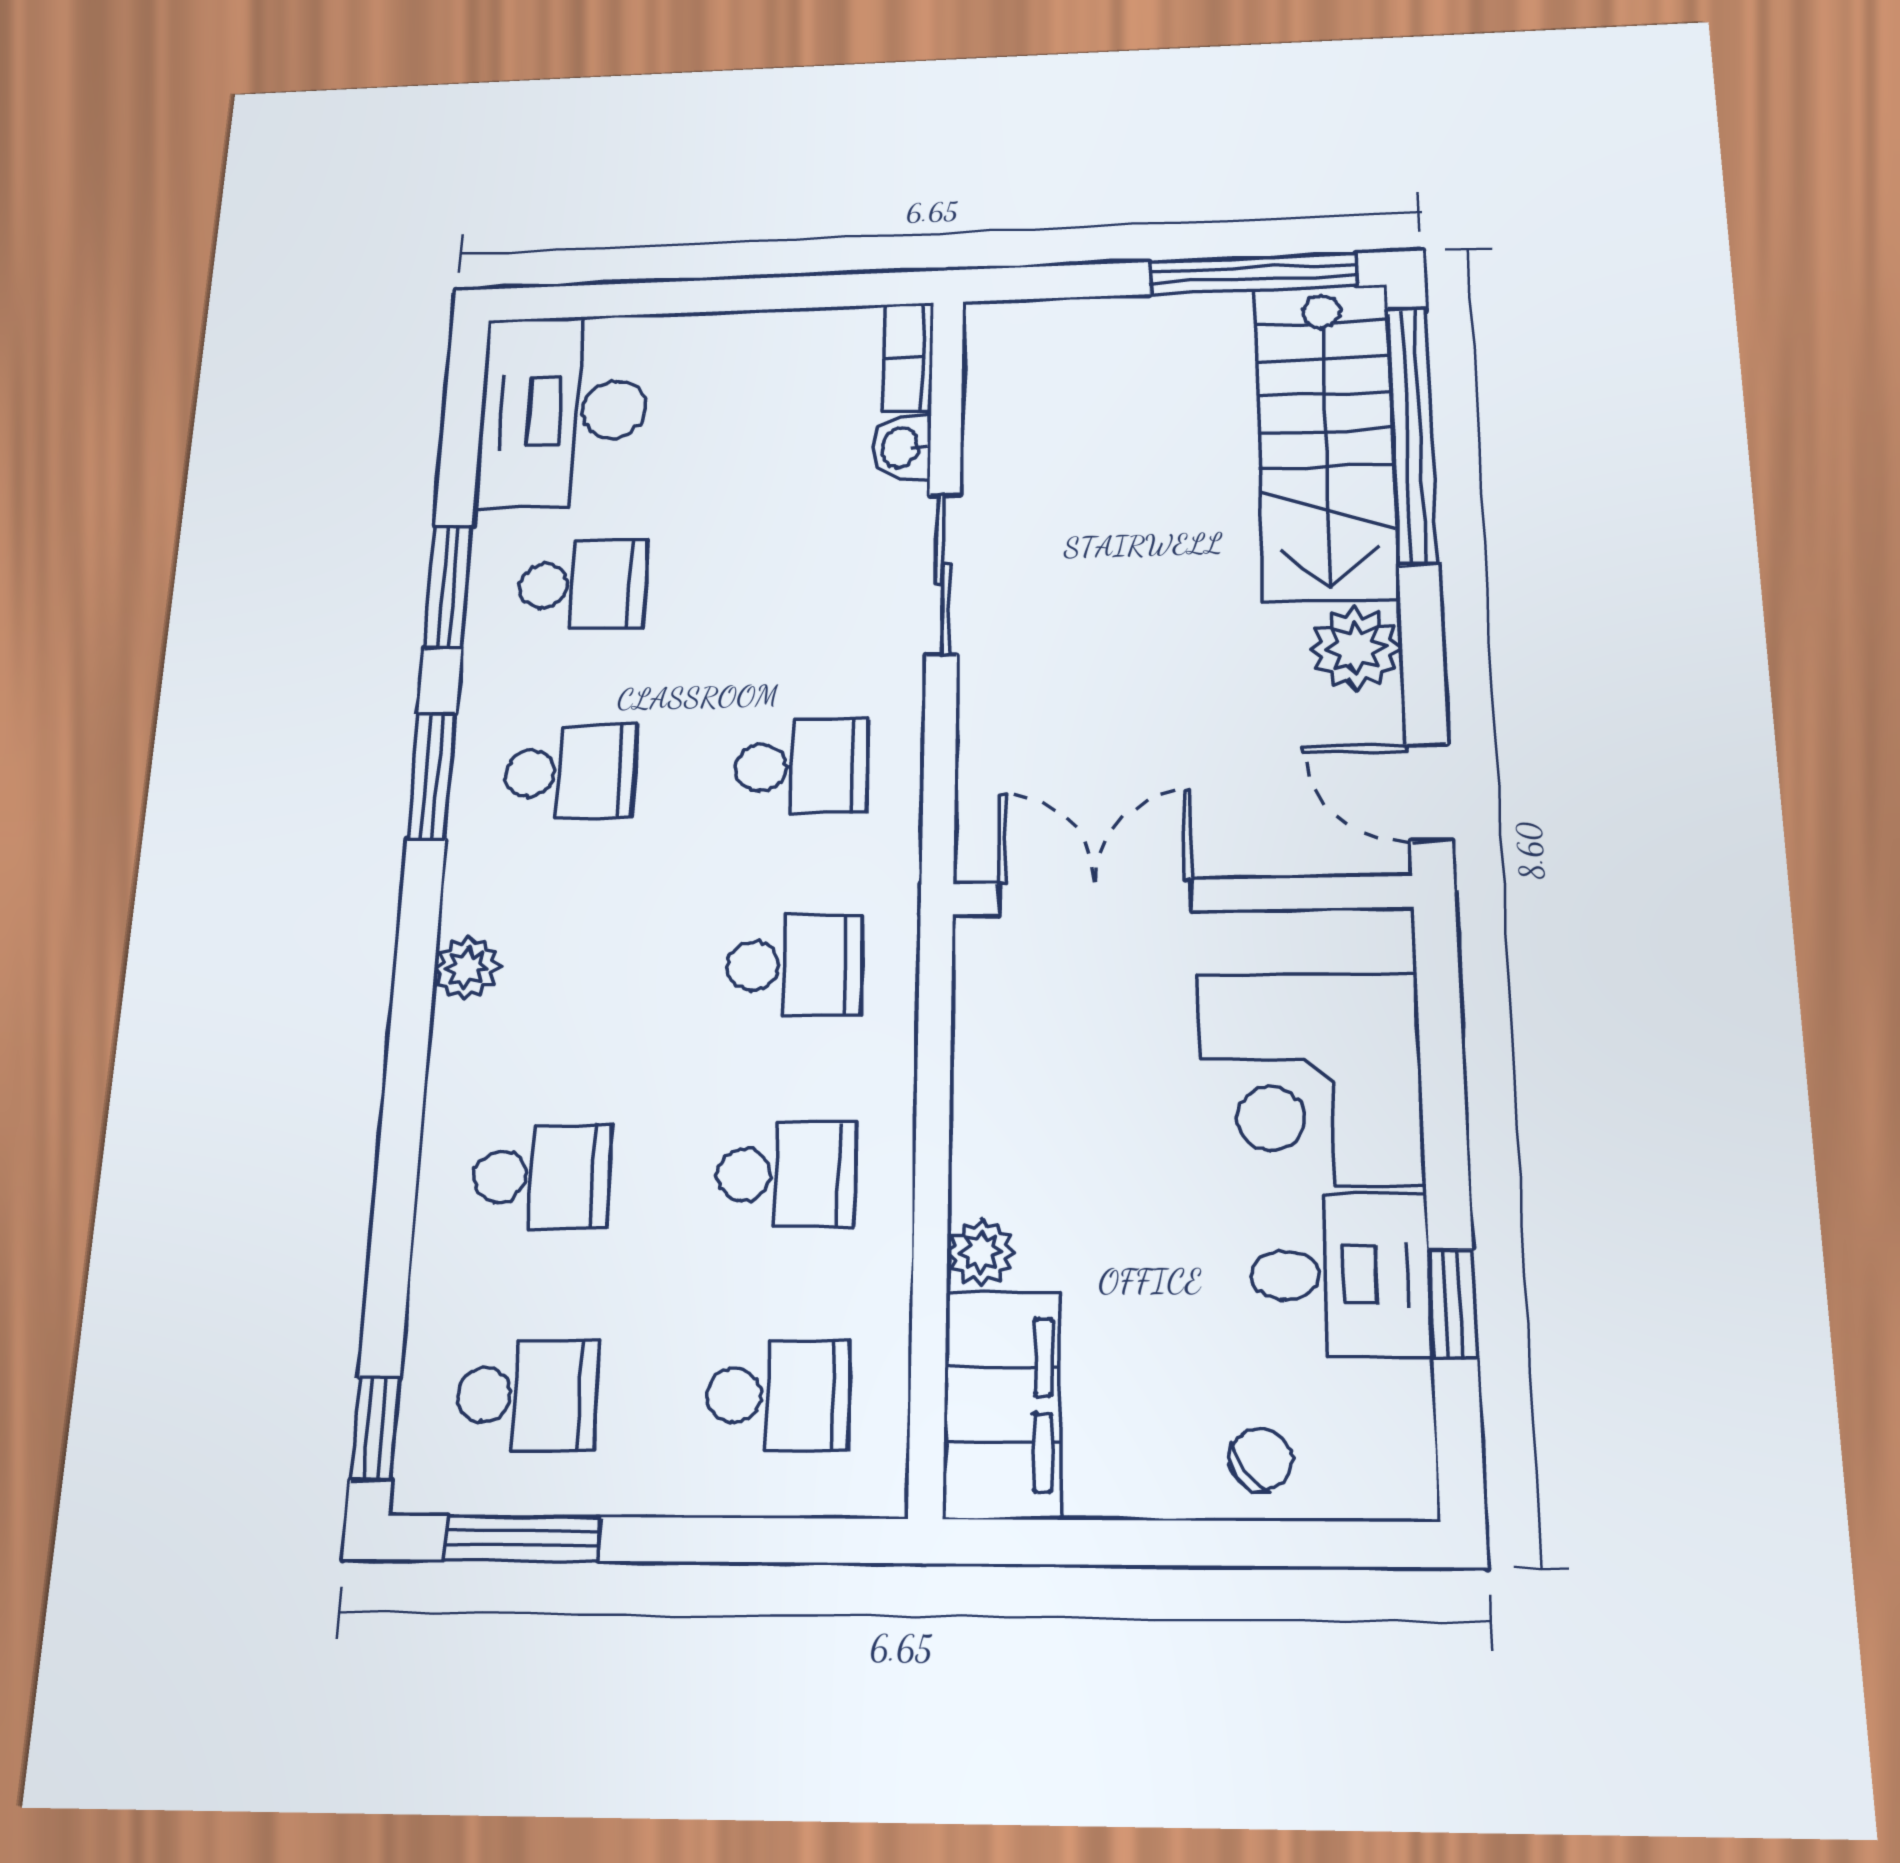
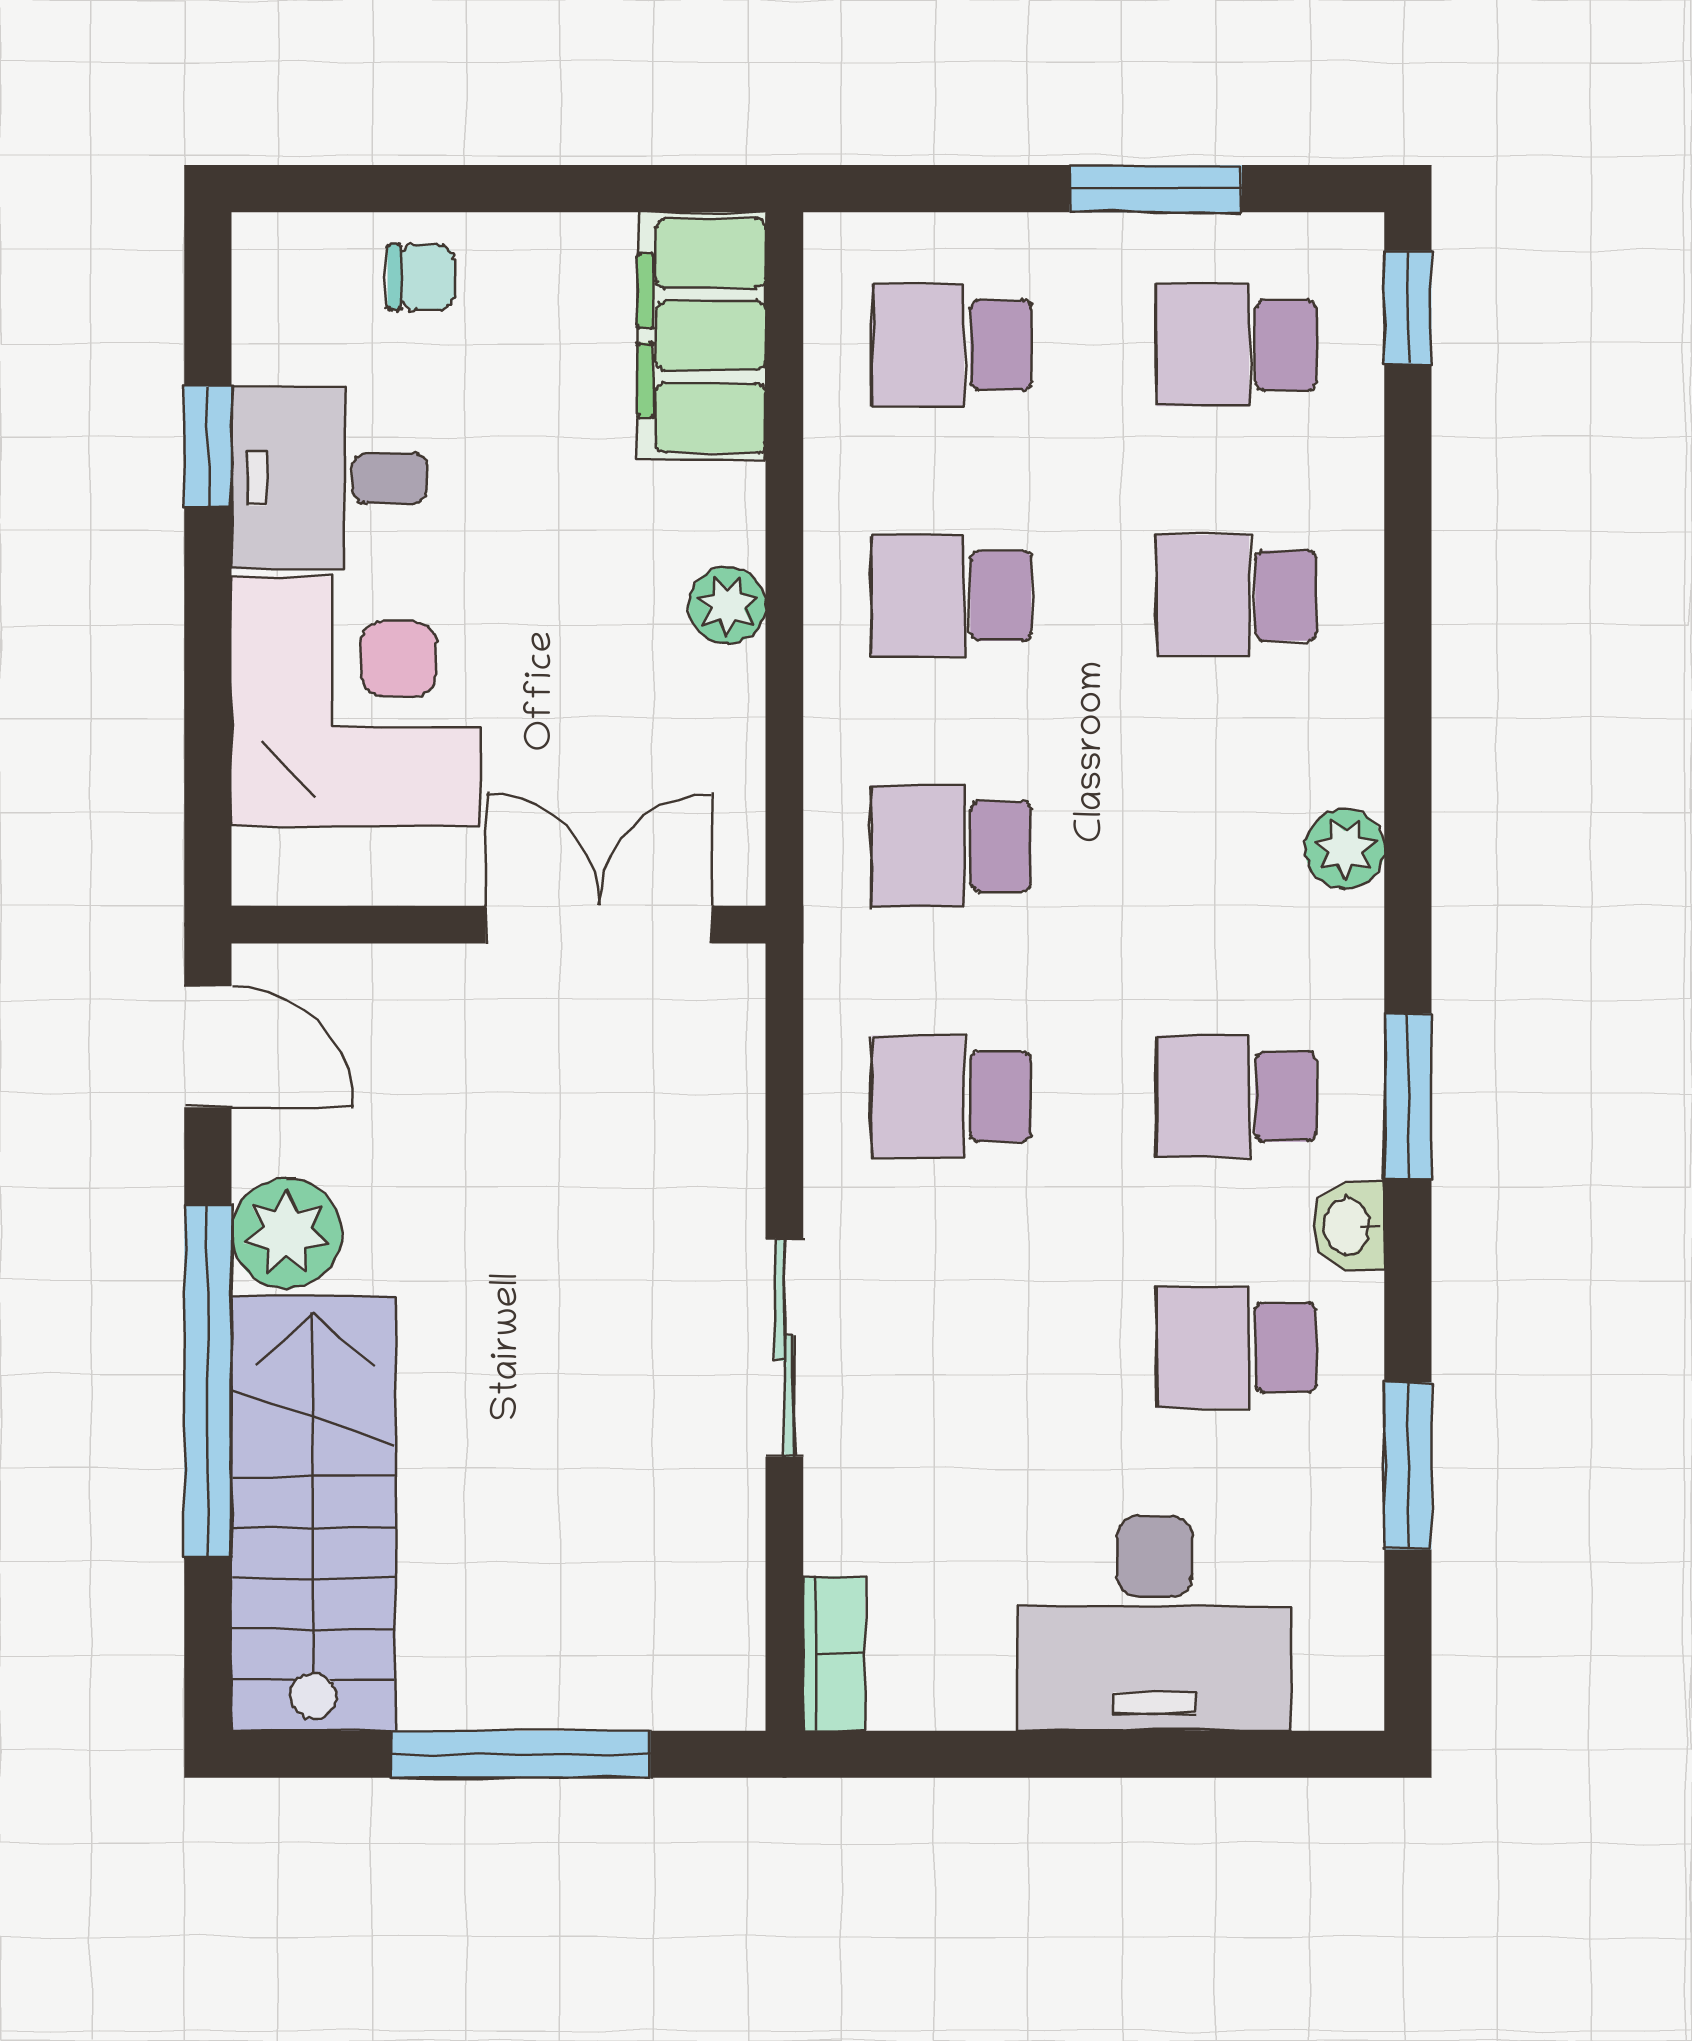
window: (1253, 274) -> (521, 1754), moved
desk: (563, 411) -> (1154, 1623), moved, turned 90
window: (1413, 435) -> (208, 1381), moved
washbasin: (902, 447) -> (1349, 1226), moved, turned 180
window: (448, 586) -> (1408, 1466), moved
double door: (1095, 897) -> (599, 925), swing flipped
plant: (981, 1252) -> (727, 605), moved
chair: (1260, 1459) -> (421, 277), turned -144
window: (522, 1538) -> (1156, 189), moved

